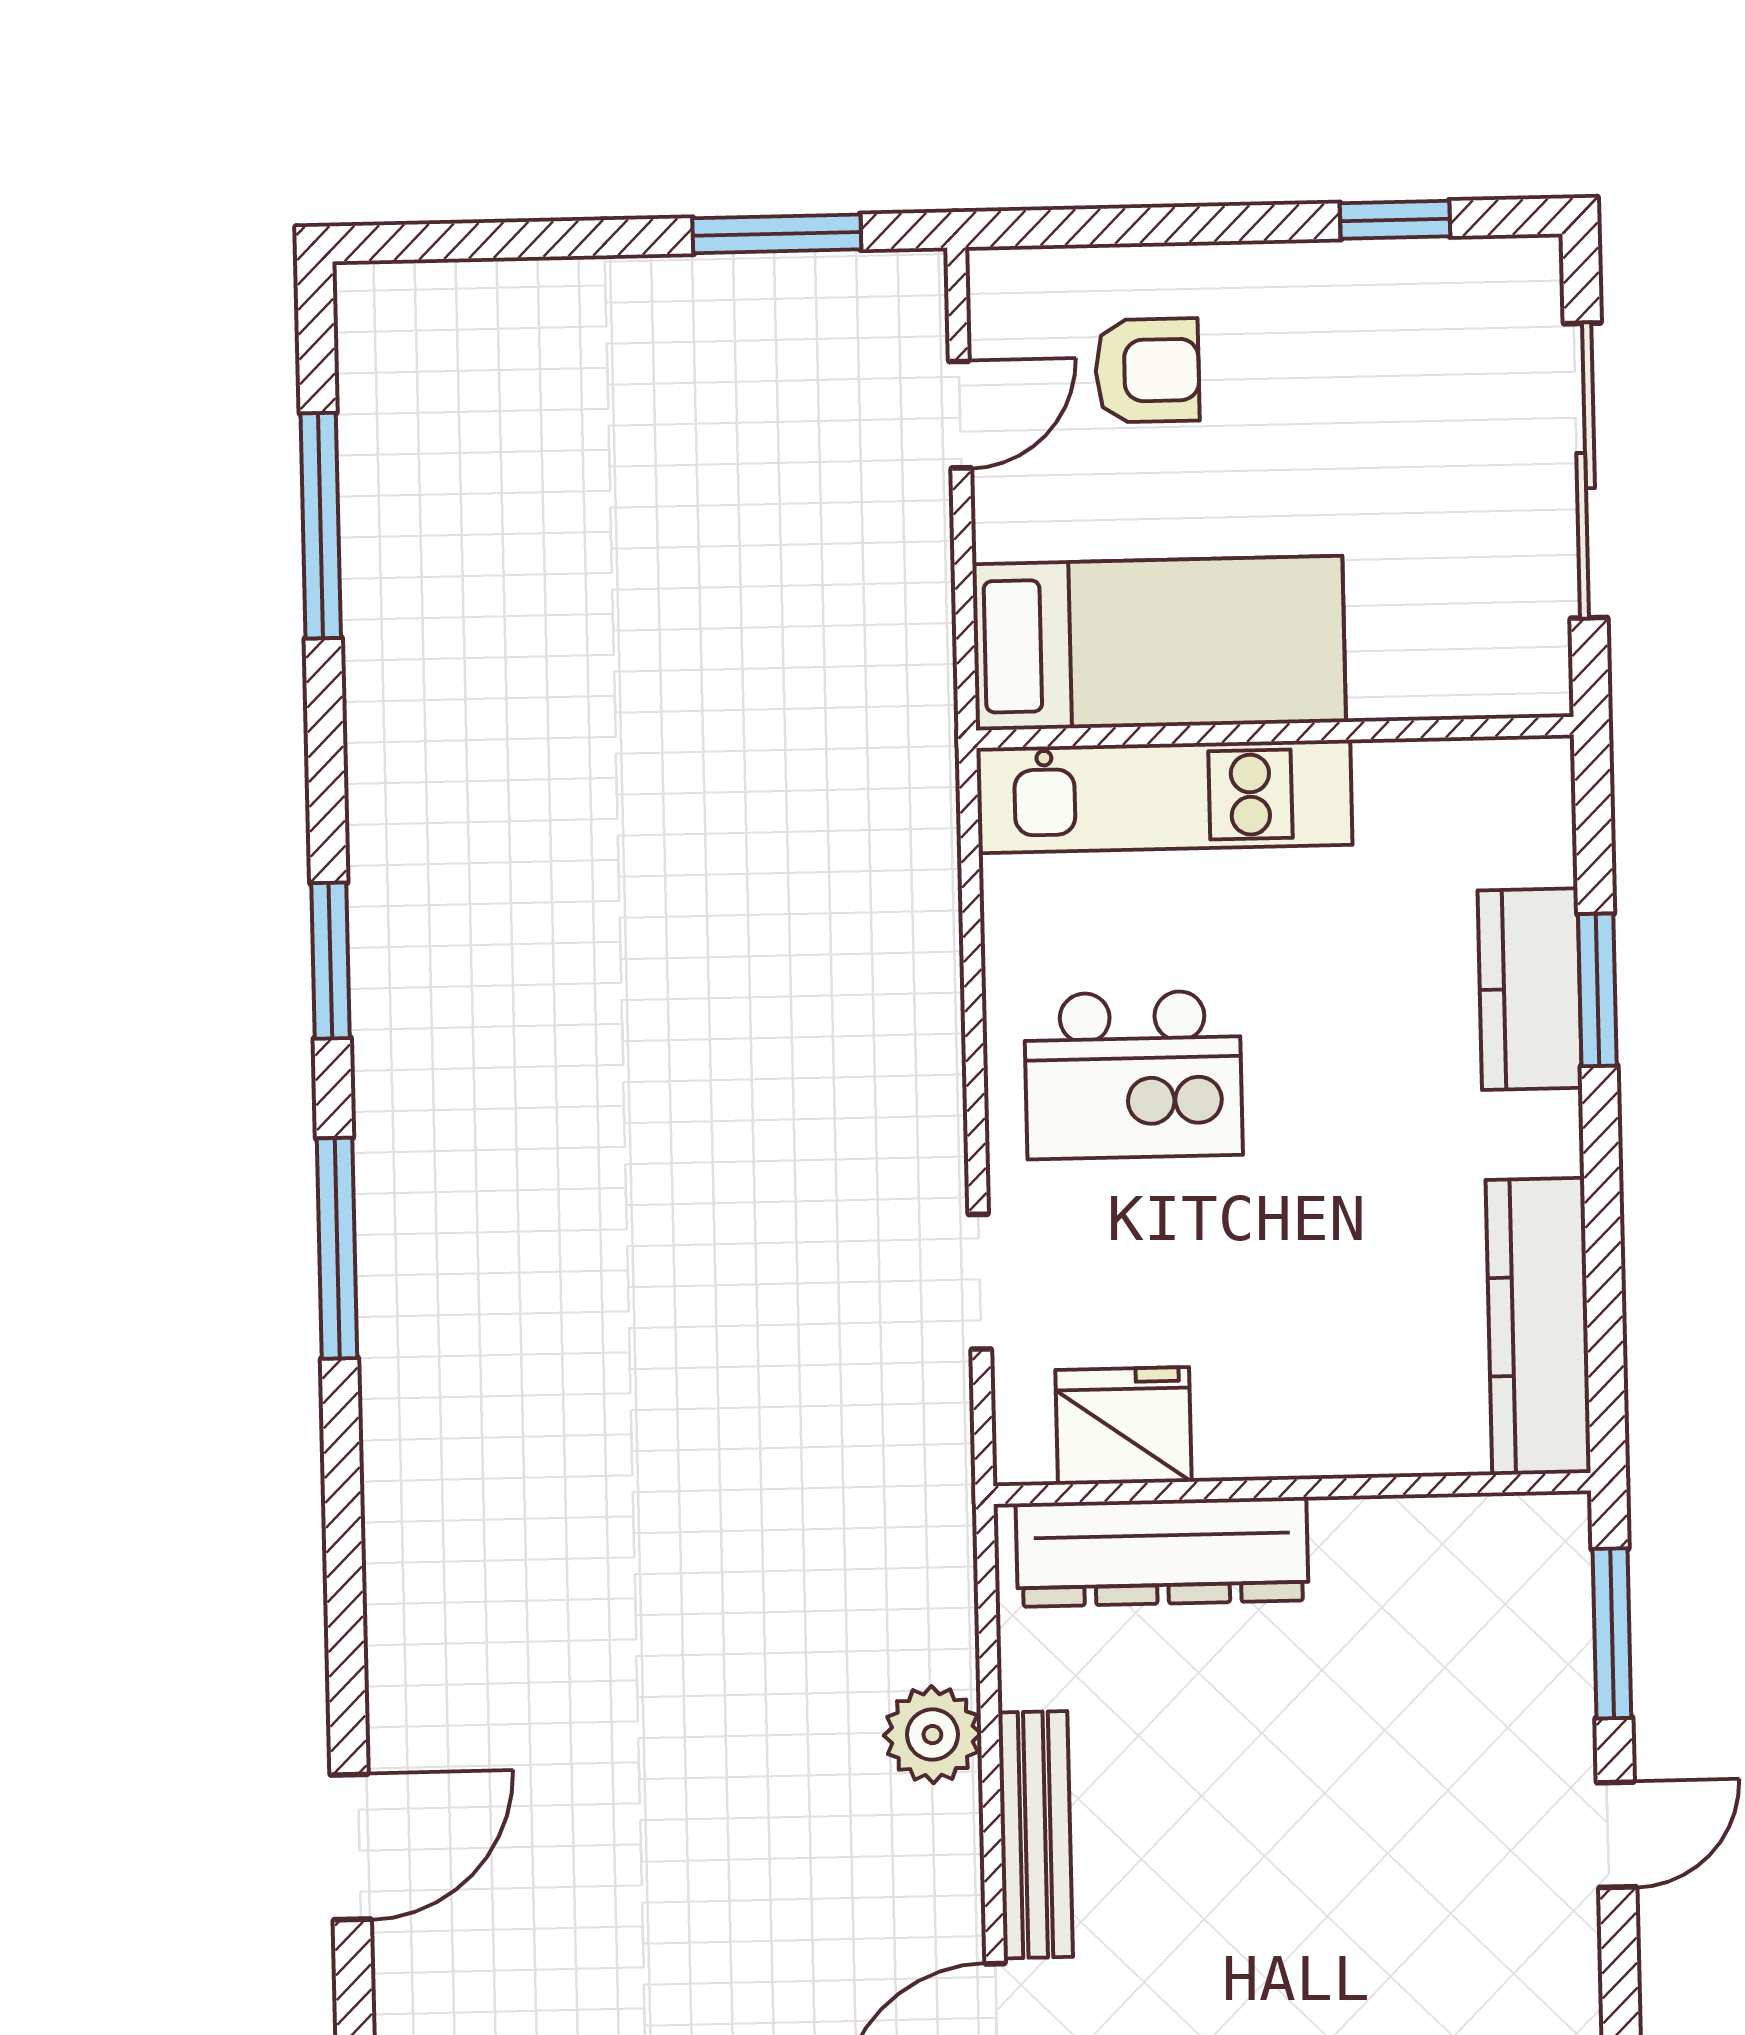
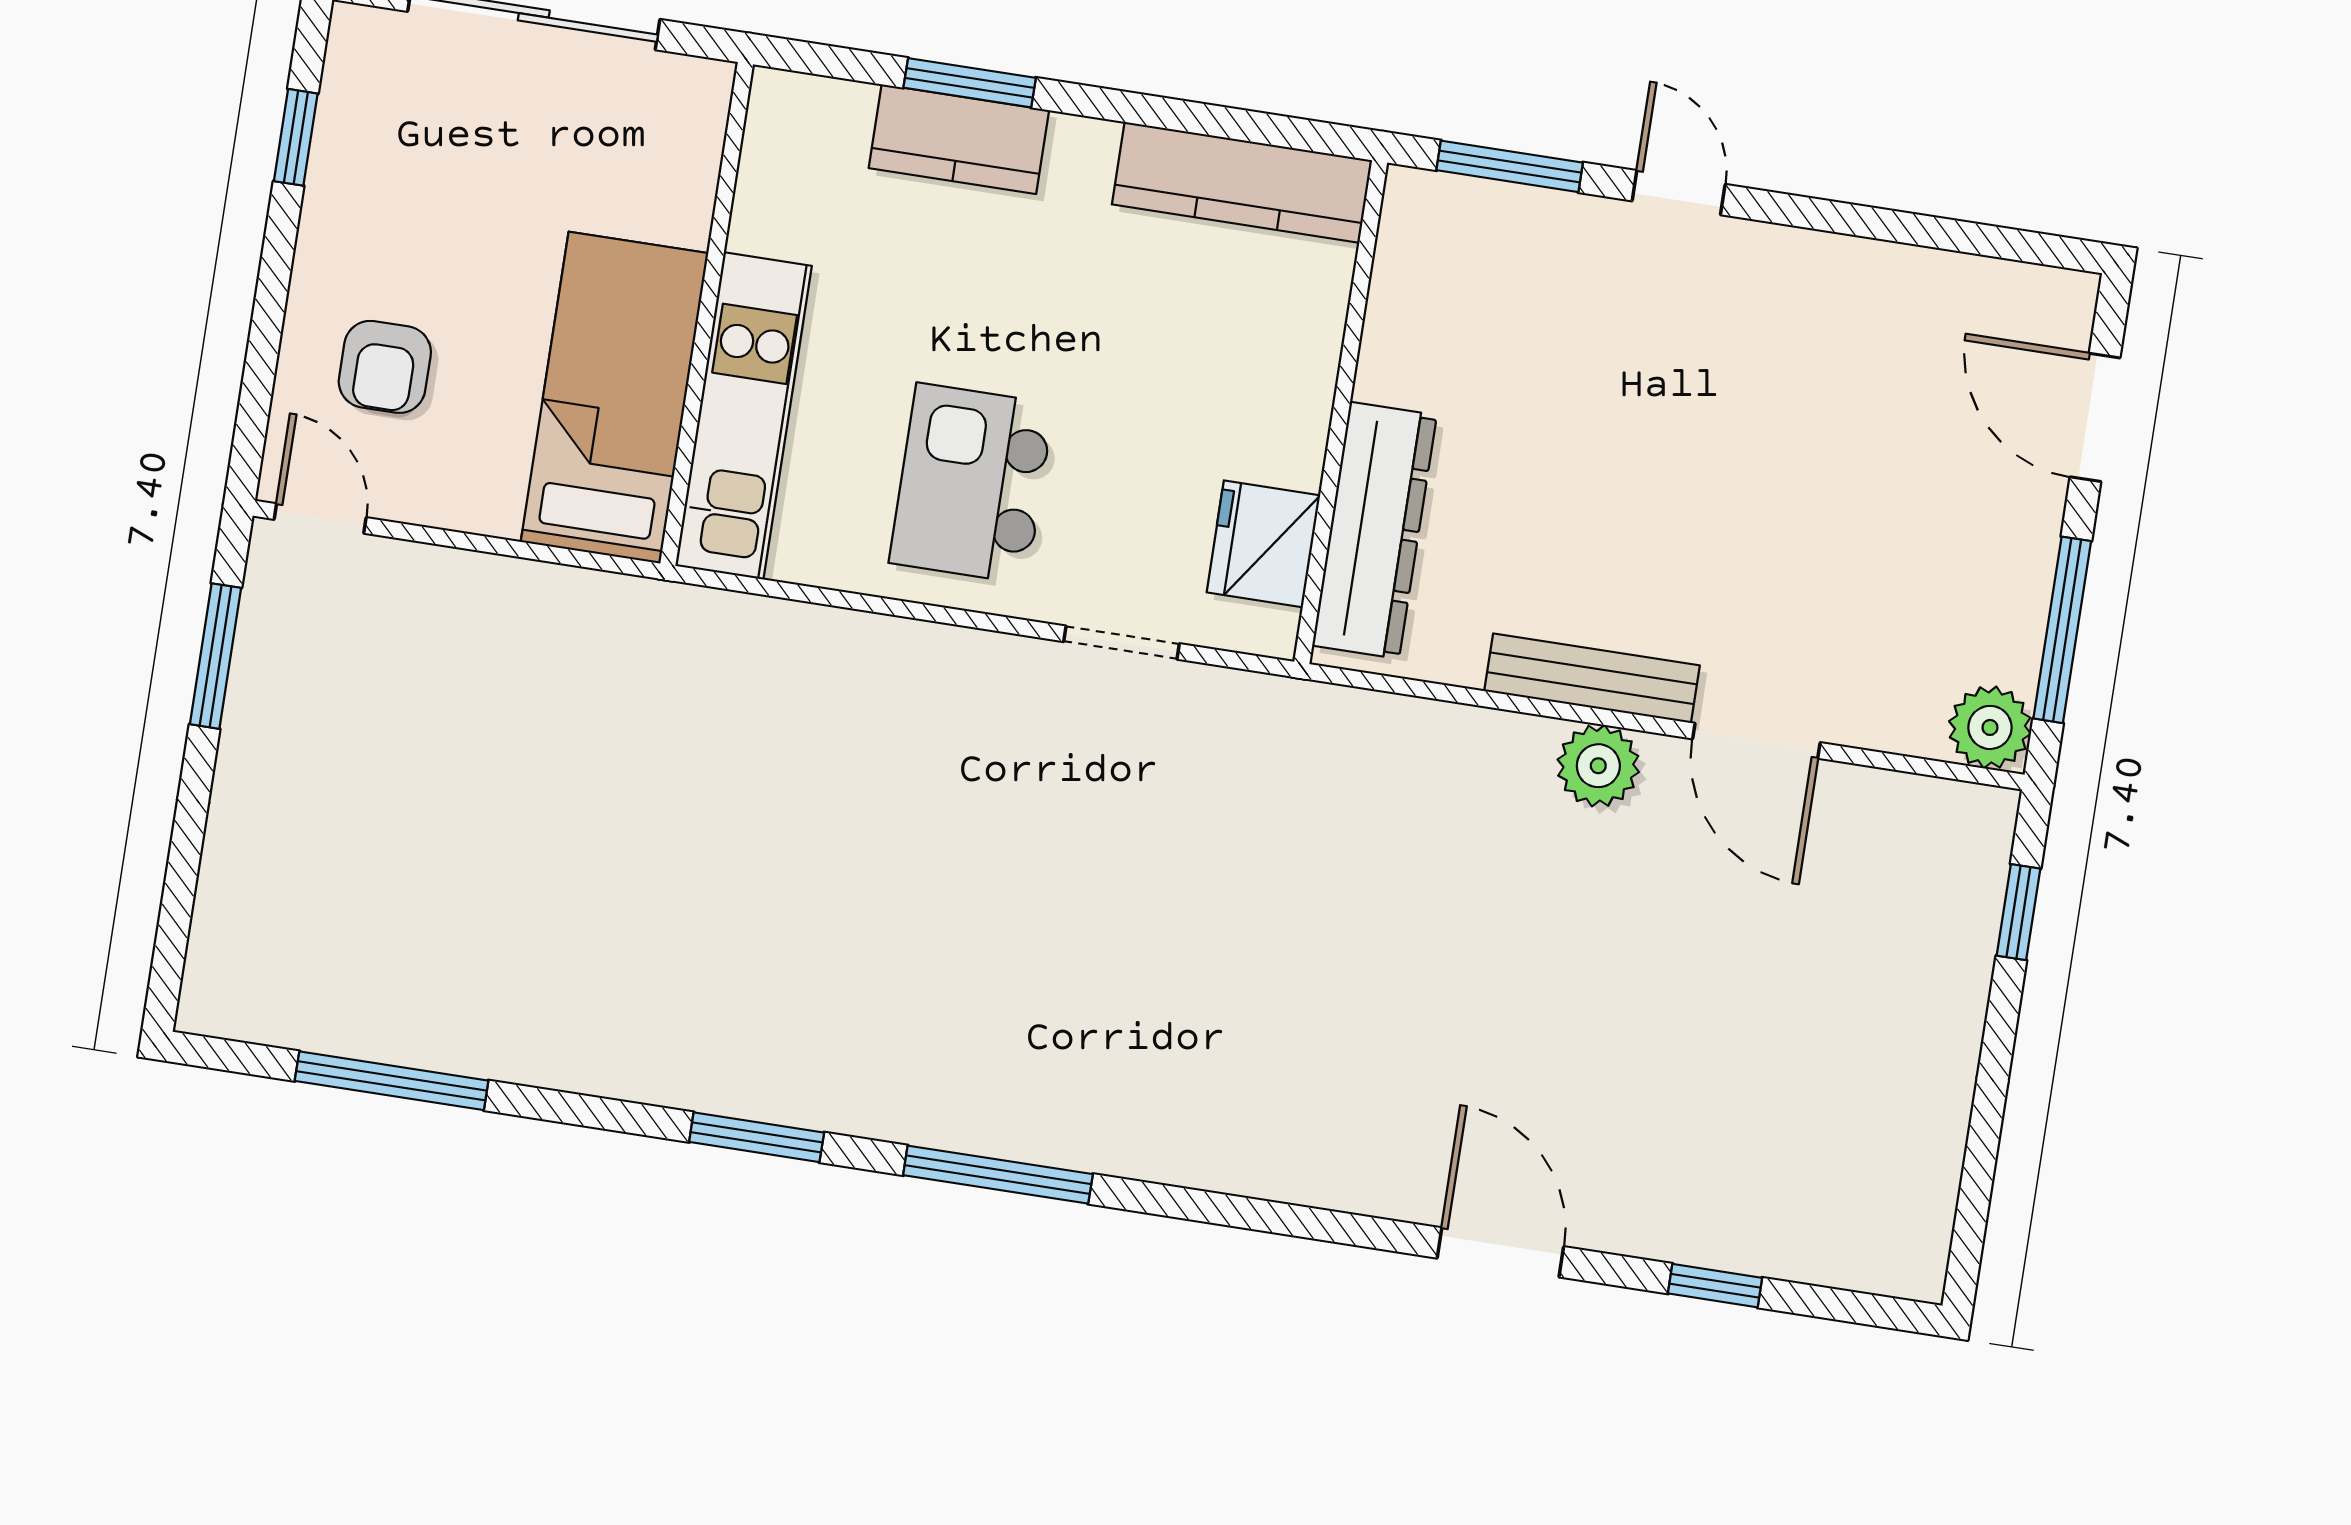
armchair: (1147, 370) -> (385, 367), turned 180
door: (960, 415) -> (320, 518), moved
kitchen island: (1133, 1075) -> (971, 483), turned 180
plant: (932, 1735) -> (1598, 766), moved

